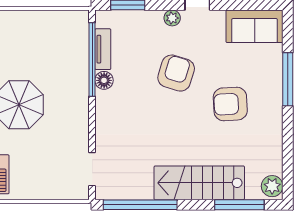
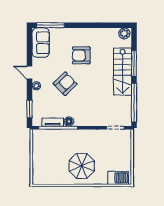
armchair: (176, 73) -> (65, 84), turned 119
window: (288, 79) -> (50, 25), moved
armchair: (230, 104) -> (81, 55), turned 93
window: (239, 205) -> (134, 64), moved

